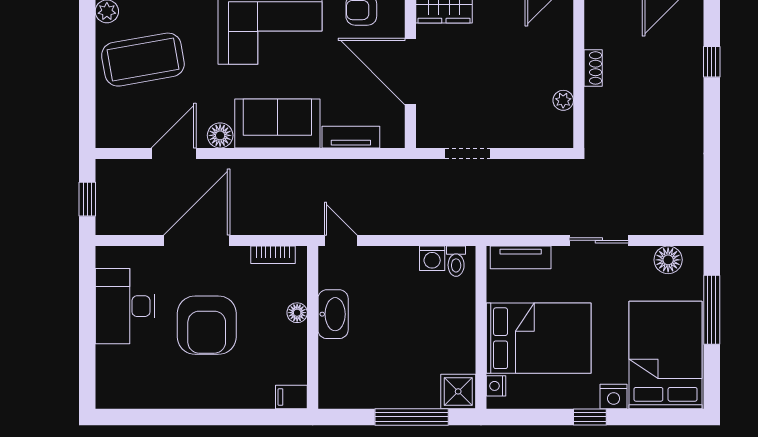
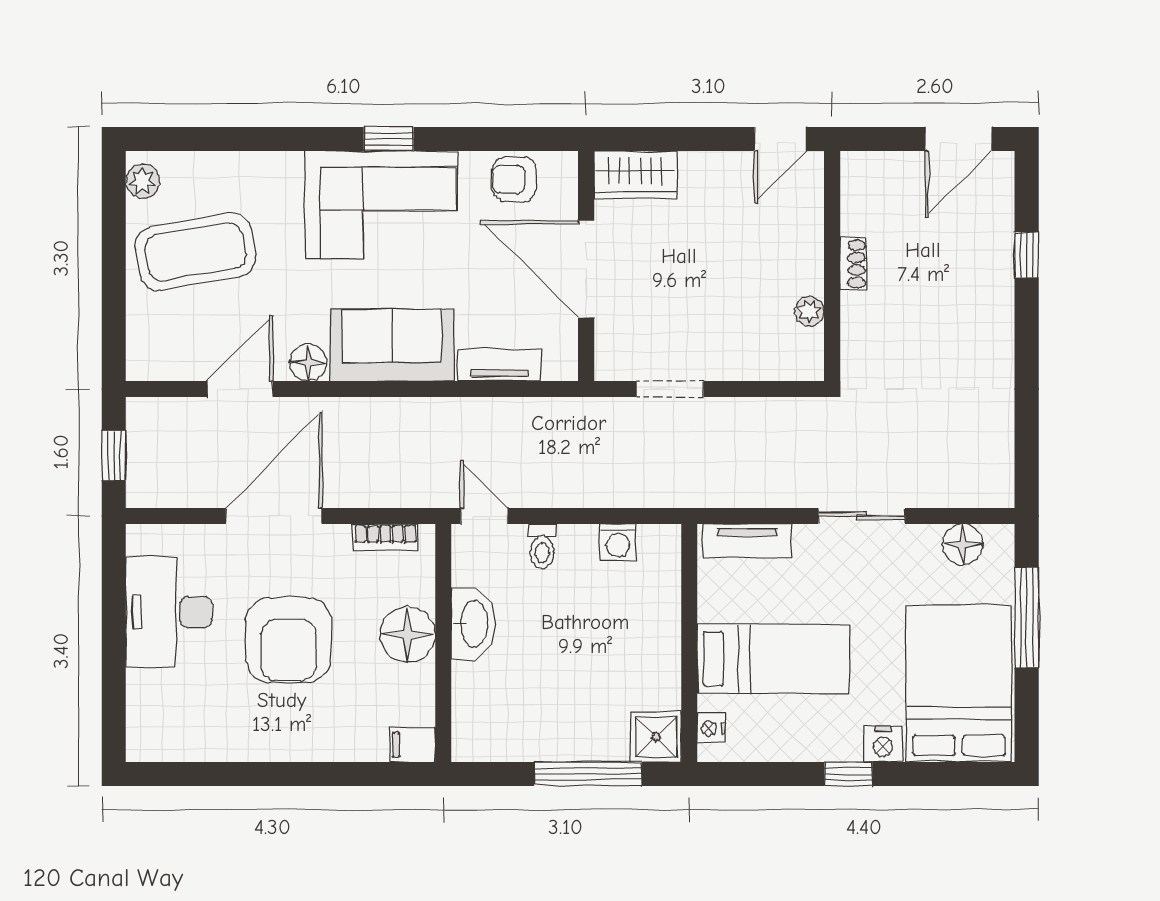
toilet: (456, 261) -> (542, 546), moved
floor lamp: (297, 313) -> (408, 635), width x1.89, depth x1.89
bed: (539, 338) -> (774, 659), width x0.67

